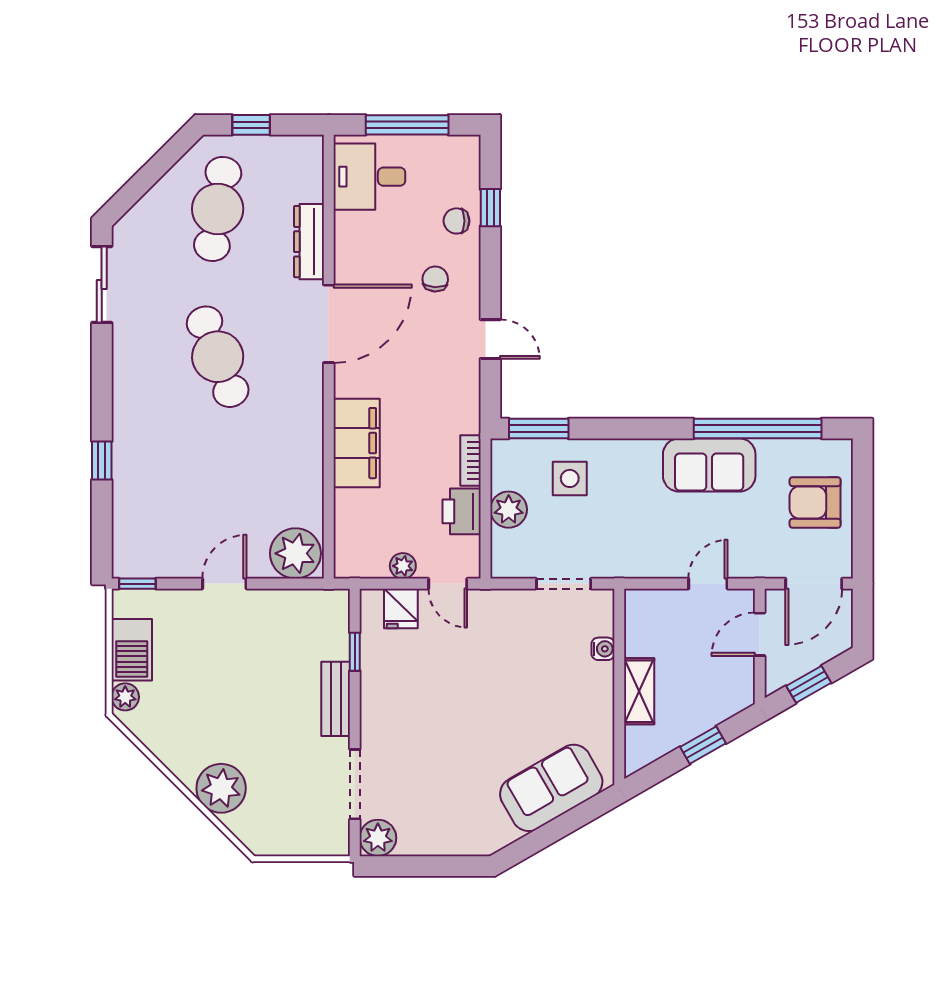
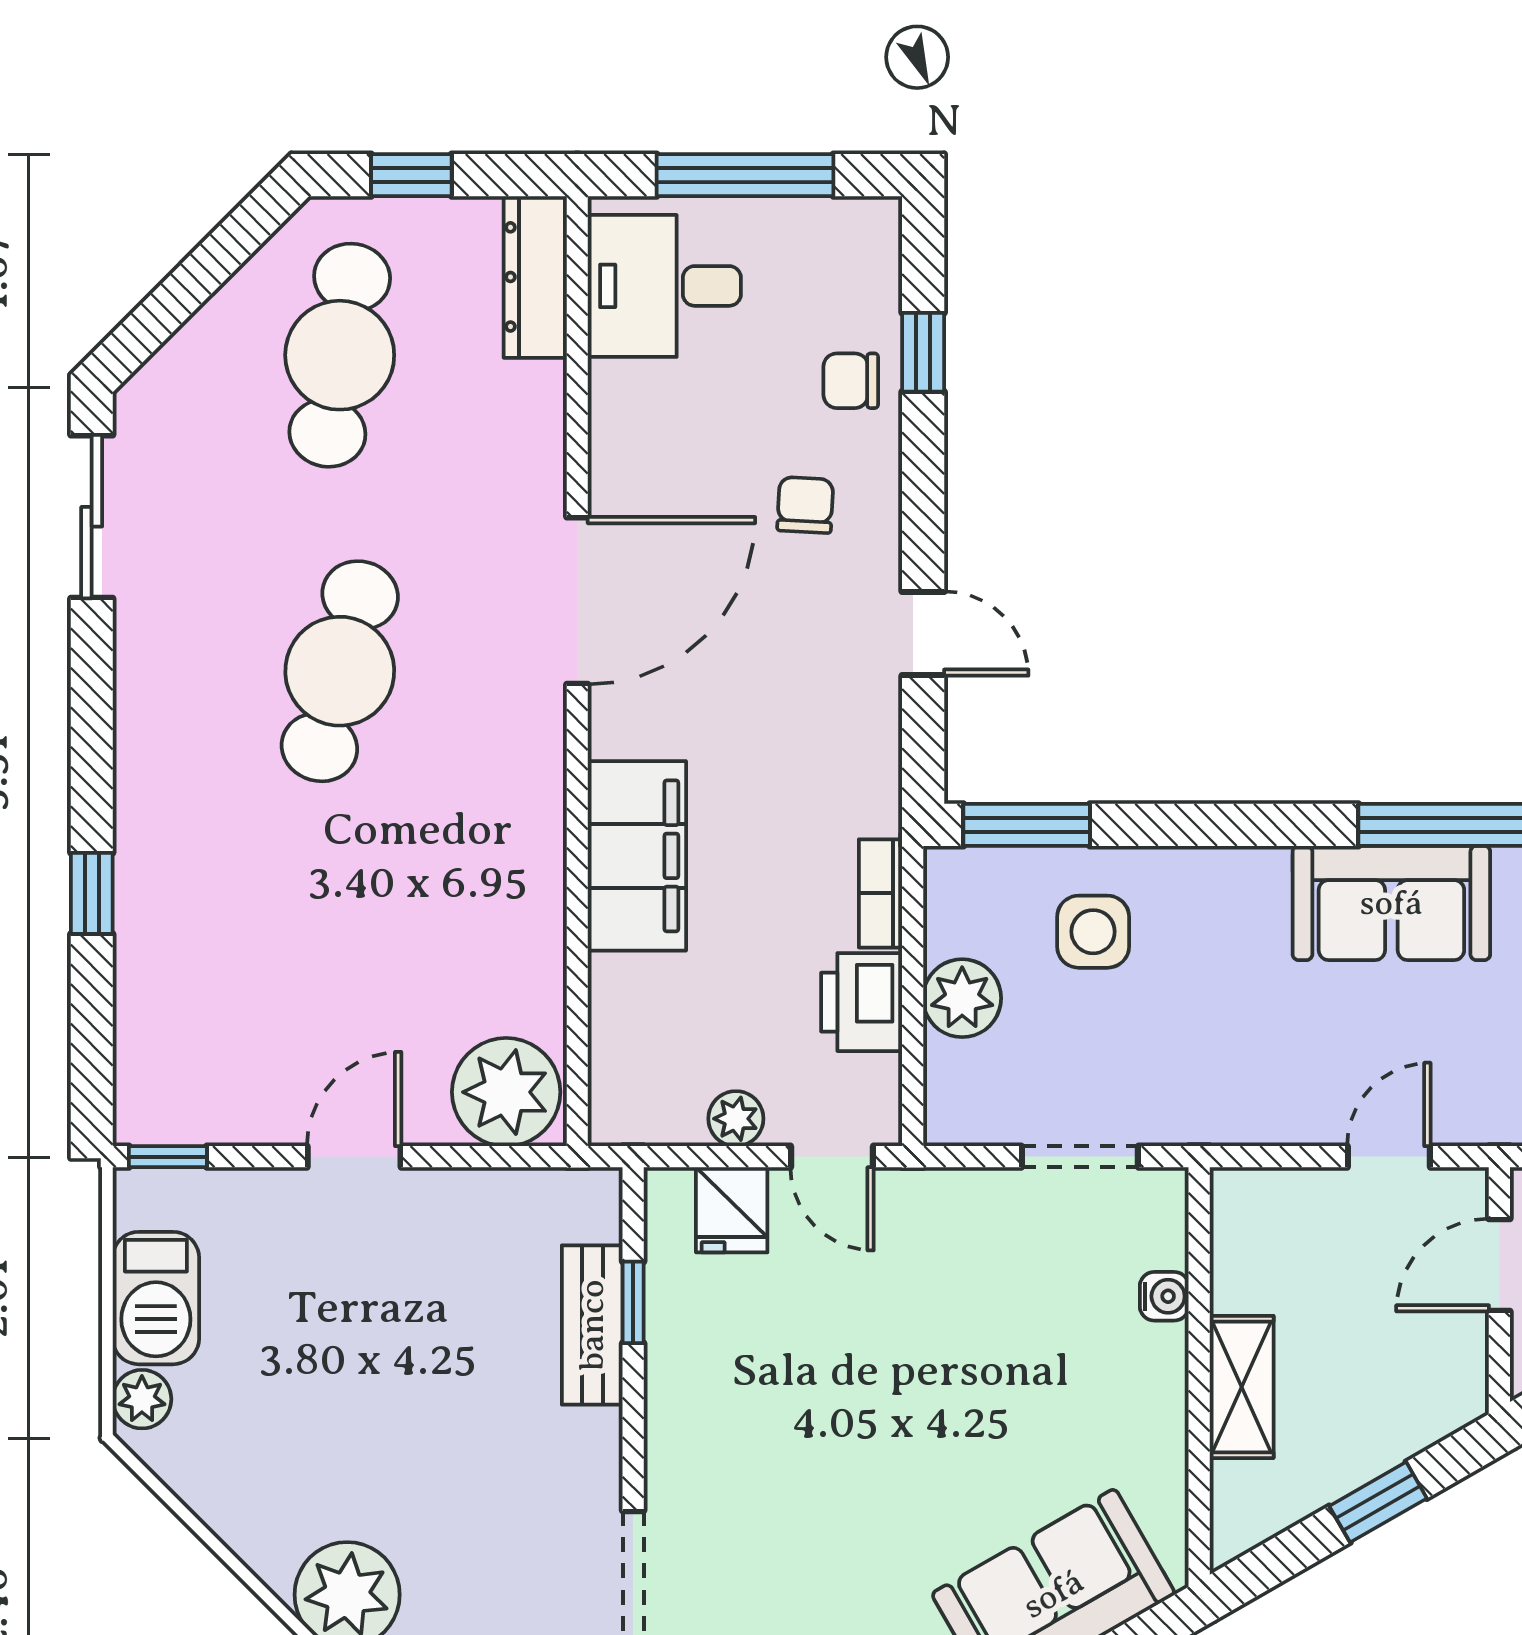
dresser: (309, 242) -> (535, 277), moved
cafe table: (218, 357) -> (340, 671), turned 36
bench: (336, 699) -> (592, 1325), moved

